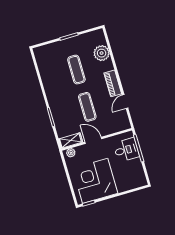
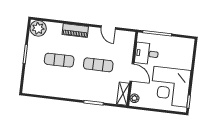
plant: (102, 53) -> (38, 28), moved
piano: (113, 83) -> (75, 30), moved
door: (93, 140) -> (132, 72), swing flipped
desk: (126, 150) -> (147, 54), moved, turned -90

